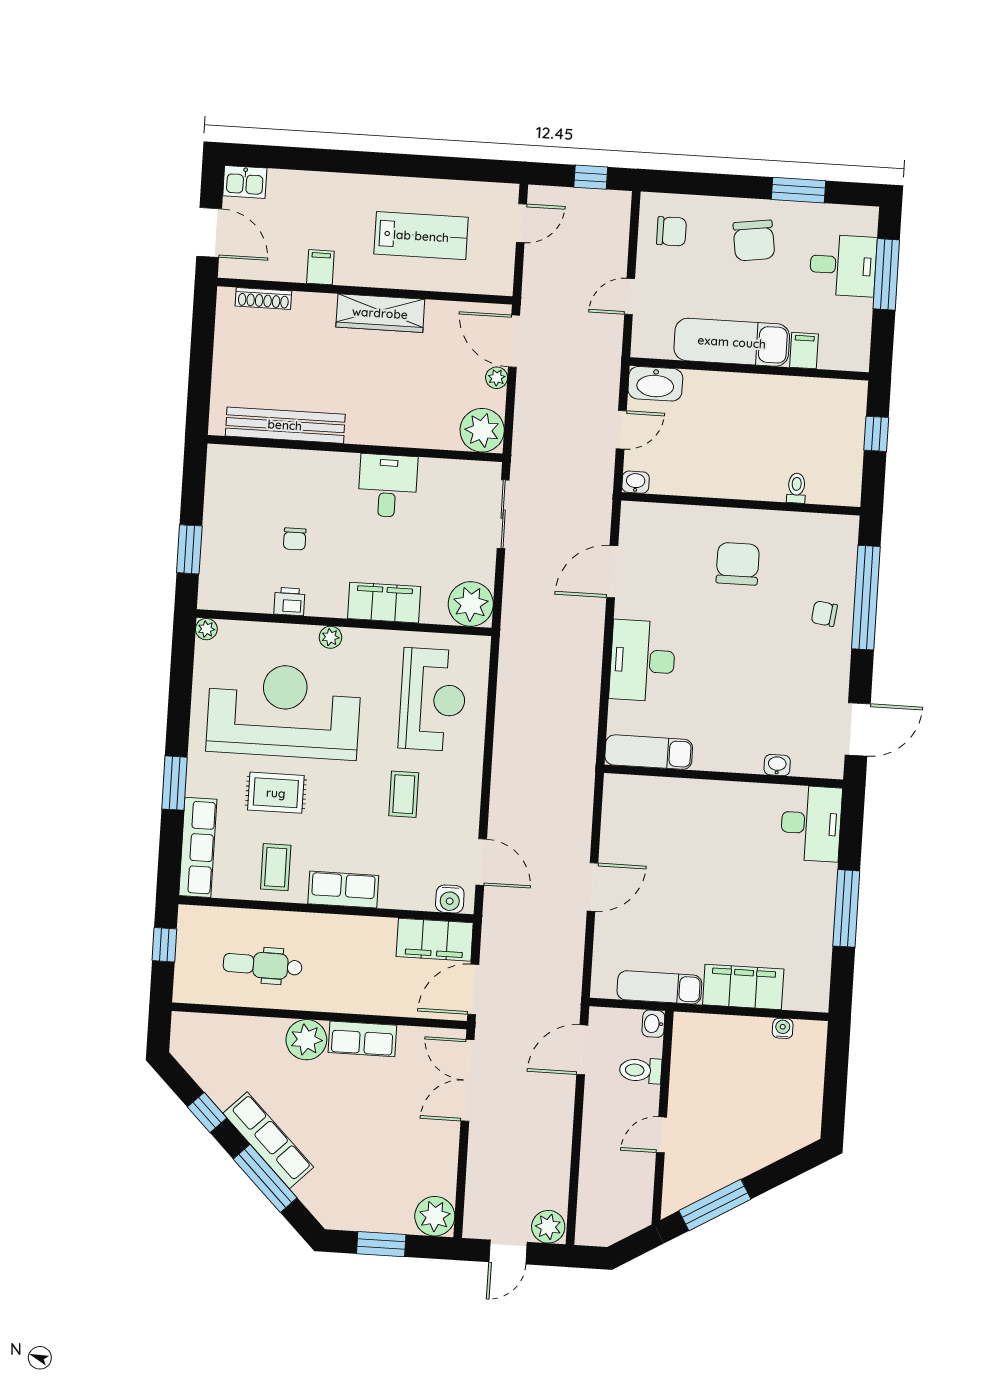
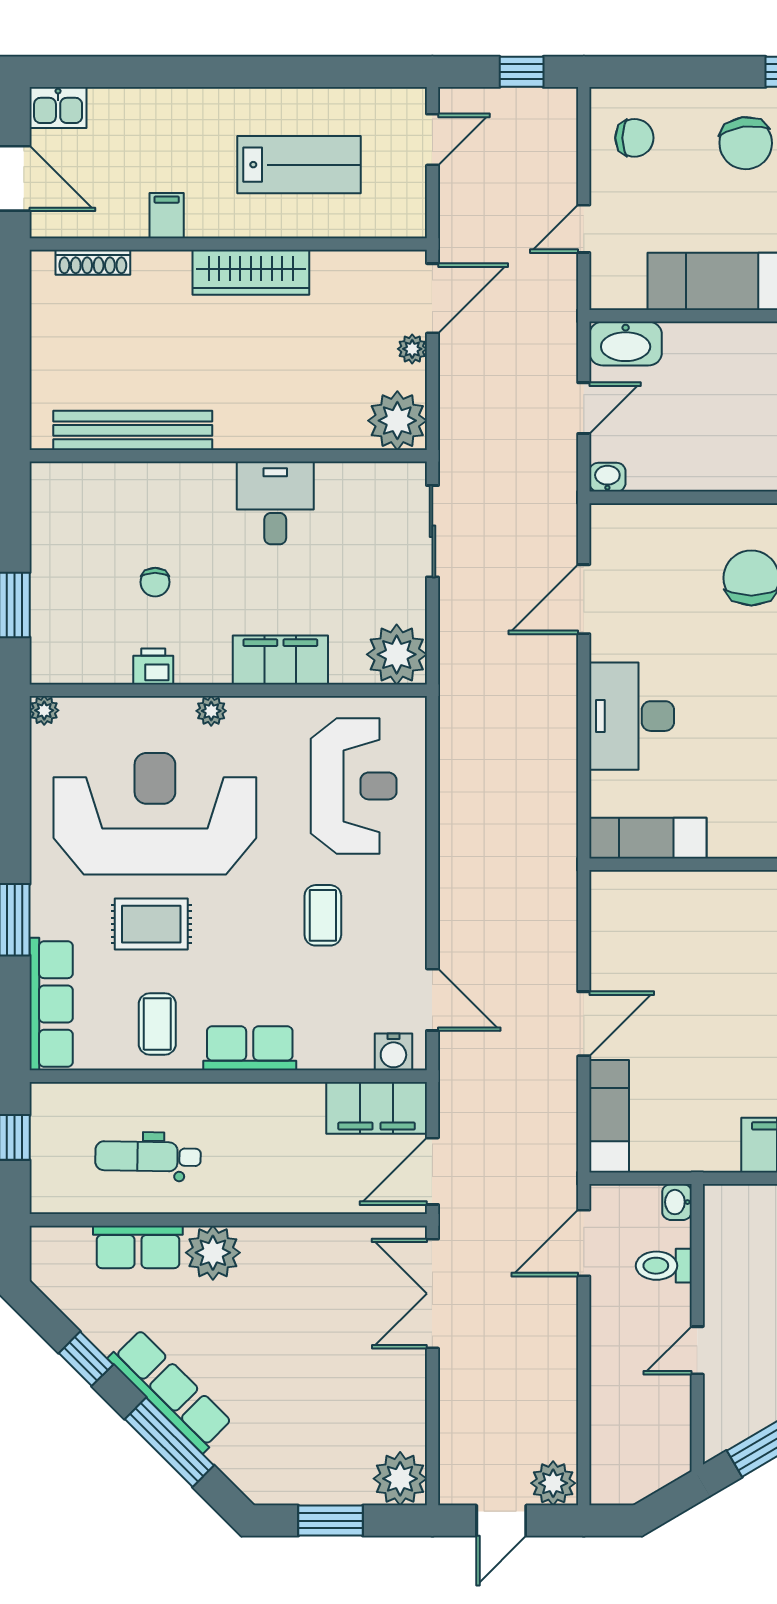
door: (514, 341) -> (432, 298), swing flipped
exam couch: (659, 987) -> (609, 1116), moved, turned 90
row of seats: (362, 1039) -> (138, 1247), moved

